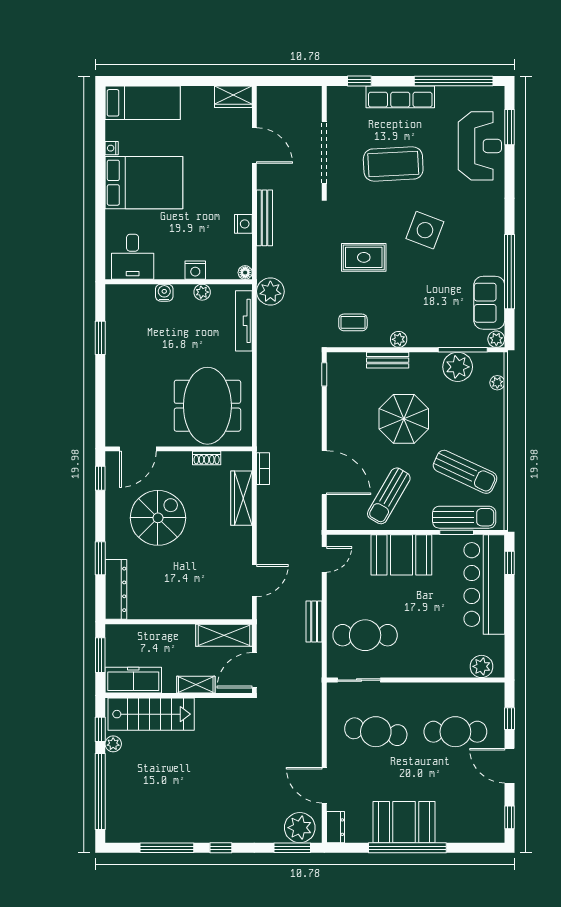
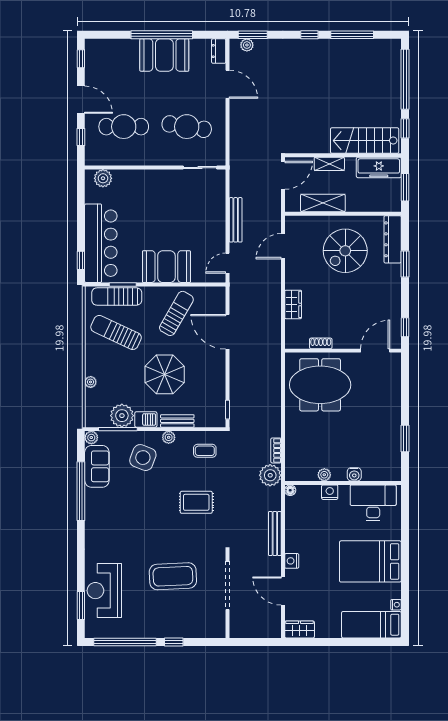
window: (359, 81) -> (174, 642), moved
row of seats: (400, 97) -> (167, 629), removed
nightstand: (112, 148) -> (396, 605), moved
nightstand: (243, 224) -> (292, 561), moved
side table: (425, 230) -> (143, 458), moved
desk: (133, 257) -> (373, 503), width x1.37
tv unit: (244, 321) -> (291, 452), removed
barbecue: (427, 362) -> (146, 419), added
plant: (497, 383) -> (91, 382), moved
meeting table: (207, 406) -> (320, 385), turned 90
bookcase: (263, 469) -> (276, 450), moved
wardrobe: (241, 498) -> (293, 304), width x0.67
spiral stairs: (158, 518) -> (345, 251), moved
bench: (314, 621) -> (236, 220), width x1.36
shelving: (224, 635) -> (323, 203), moved
cafe table: (365, 635) -> (195, 203), removed
plant: (113, 744) -> (395, 117), removed
plant: (300, 828) -> (247, 45), width x0.53, depth x0.53

